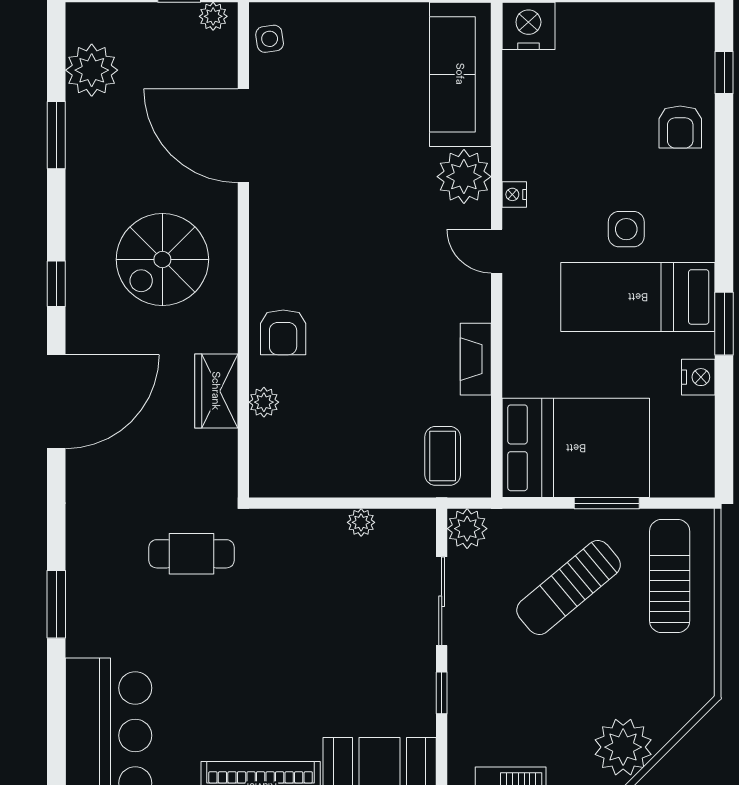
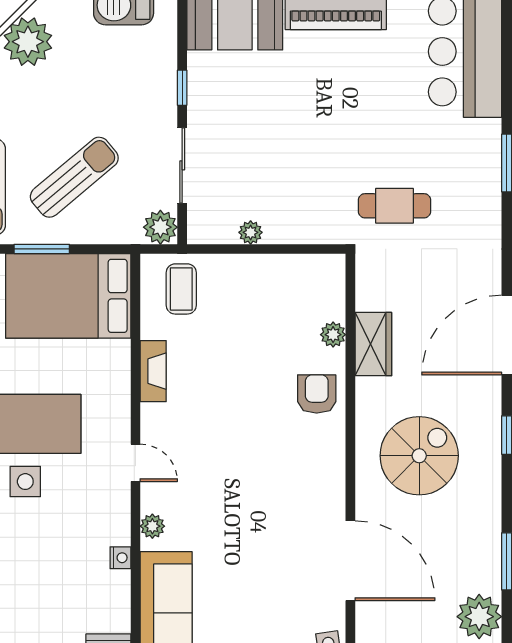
plant: (464, 177) -> (152, 526), width x0.53, depth x0.53
nightstand: (514, 194) -> (120, 558), moved

